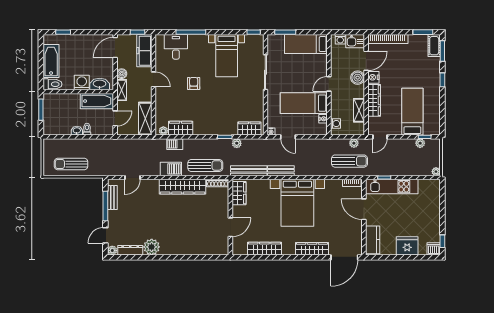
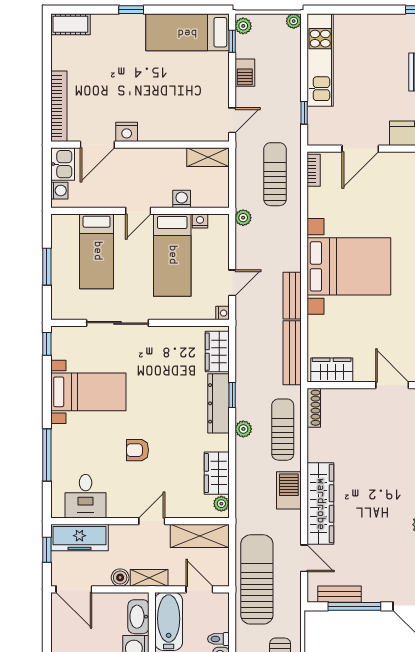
window: (285, 32) -> (47, 267), moved
window: (423, 32) -> (47, 44), removed
bed: (306, 44) -> (97, 251), moved
desk: (176, 47) -> (86, 496), moved, turned -90
window: (442, 51) -> (80, 10), removed
door: (366, 61) -> (97, 145), swing flipped
boiler: (358, 78) -> (127, 160), removed
door: (154, 79) -> (152, 521), moved
door: (329, 84) -> (138, 211), hinge flipped
wardrobe: (374, 100) -> (167, 131), removed
shelving: (359, 110) -> (208, 157), moved
bed: (412, 112) -> (187, 32), moved
washing machine: (335, 124) -> (182, 199), moved
dresser: (220, 129) -> (218, 403), added
door: (380, 137) -> (232, 120), hinge flipped
plant: (237, 143) -> (243, 429), moved
plant: (354, 143) -> (243, 218), moved
plant: (420, 143) -> (243, 26), moved
barbecue: (175, 144) -> (245, 73), moved
sun lounger: (121, 151) -> (257, 579), added
wardrobe: (182, 187) -> (320, 504), moved
kitchen unit: (392, 187) -> (320, 60), moved

